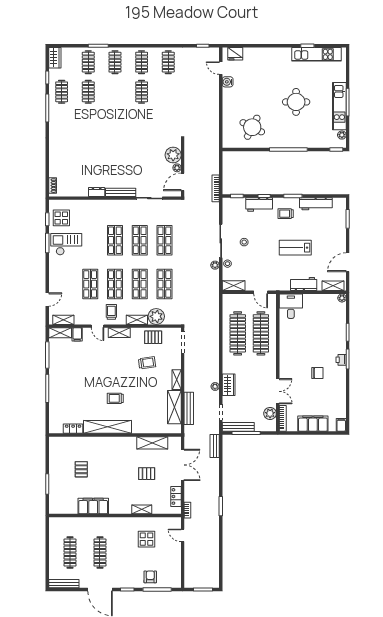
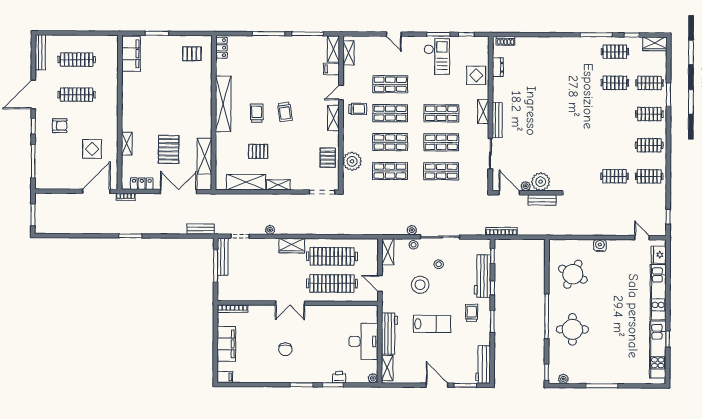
door: (221, 68) -> (642, 238), hinge flipped
water cooler: (228, 82) -> (600, 246), moved
clothes rail: (142, 92) -> (614, 176), moved
round table: (296, 102) -> (572, 329), moved
kitchen unit: (339, 106) -> (658, 292), moved, turned -90
dresser: (97, 192) -> (498, 67), moved
workbench: (259, 204) -> (483, 276), width x1.38
workbench: (316, 204) -> (483, 364), moved
display table: (61, 218) -> (476, 75), moved
lab bench: (295, 248) -> (432, 324), turned 90
stool: (262, 258) -> (420, 285), added
door: (348, 262) -> (437, 385), moved
workbench: (304, 284) -> (389, 334), width x1.38
door: (261, 292) -> (380, 283), hinge flipped
door: (47, 300) -> (394, 34), moved
desk: (291, 306) -> (363, 341), moved, width x1.37
shelving: (137, 320) -> (483, 111), moved
printer: (341, 360) -> (339, 377), moved
trolley: (147, 363) -> (285, 112), moved
wardrobe: (229, 385) -> (292, 246), moved
double door: (278, 391) -> (290, 303), moved
pallet: (148, 397) -> (258, 151), added
bench: (189, 408) -> (542, 200), moved, width x0.73
plant: (270, 413) -> (238, 294), removed
locker: (73, 429) -> (221, 48), moved
double door: (183, 465) -> (179, 192), swing flipped
pallet: (81, 469) -> (192, 54), moved
pallet: (147, 474) -> (169, 149), width x1.50, depth x1.42
filing cabinet: (93, 506) -> (131, 54), moved
door: (183, 535) -> (96, 191), width x1.87
armchair: (150, 577) -> (60, 126), moved

